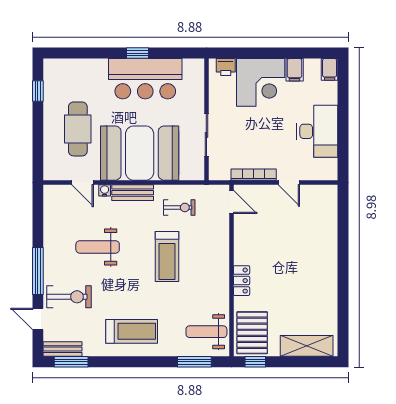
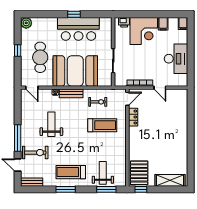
plant: (53, 68) -> (26, 23), added
window: (38, 91) -> (18, 51), moved
door: (83, 183) -> (32, 88), moved
door: (231, 202) -> (127, 99), hinge flipped
weight bench: (98, 247) -> (51, 124), turned 90
treadmill: (167, 257) -> (102, 125), moved, turned -90
locker: (242, 281) -> (133, 117), moved
treadmill: (132, 331) -> (71, 172), turned 180
weight bench: (206, 332) -> (103, 173), moved, turned 90
window: (71, 362) -> (66, 189), moved

